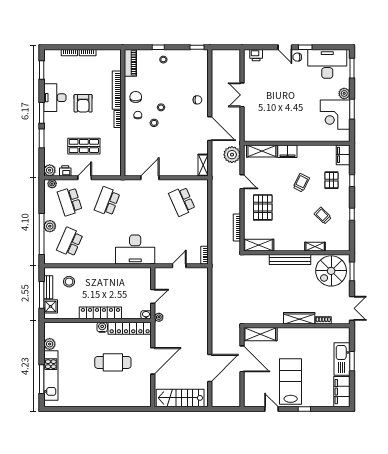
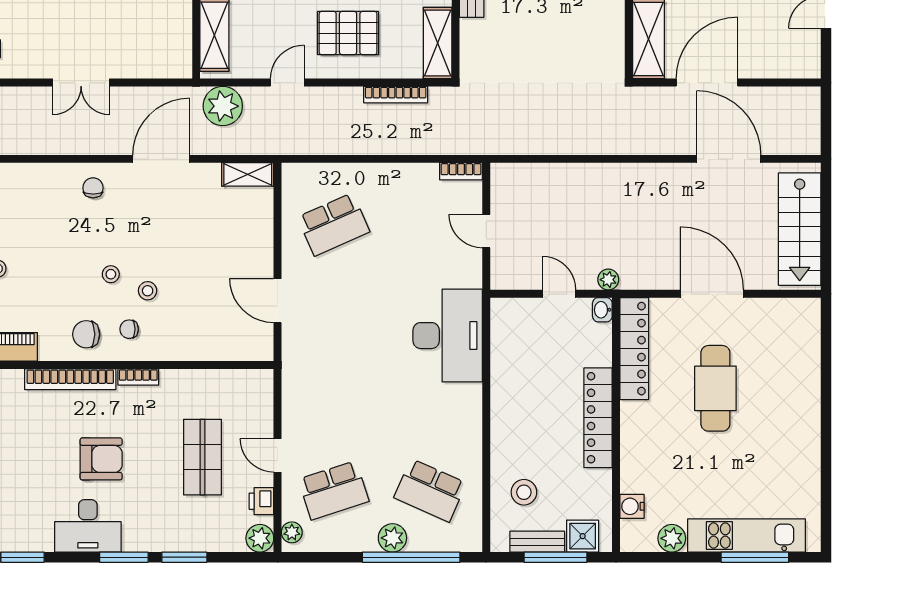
school desk: (107, 201) -> (334, 402), removed
water cooler: (102, 327) -> (632, 506), moved

